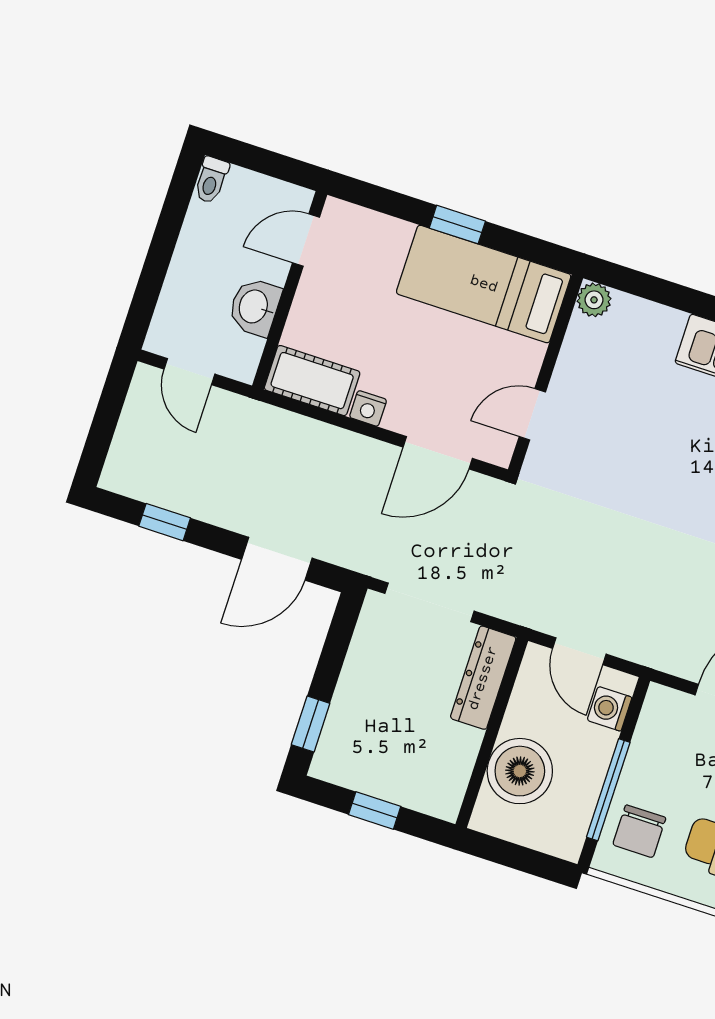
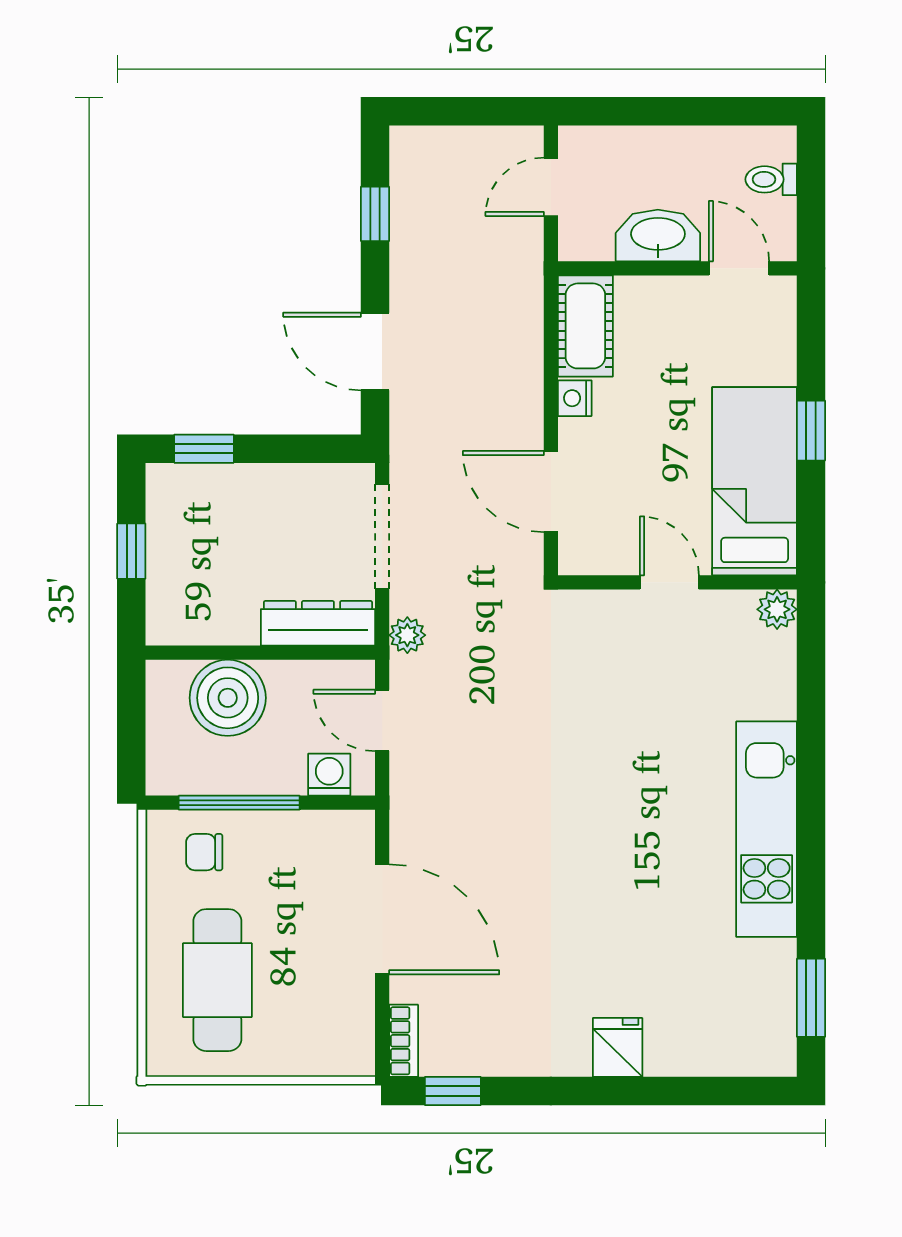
toilet: (211, 180) -> (771, 179), moved
washbasin: (255, 307) -> (658, 235), width x1.38
door: (532, 414) -> (669, 582), moved
plant: (517, 608) -> (407, 635), added
door: (579, 651) -> (382, 720), hinge flipped
chair: (639, 831) -> (204, 852), width x0.73, depth x0.73

